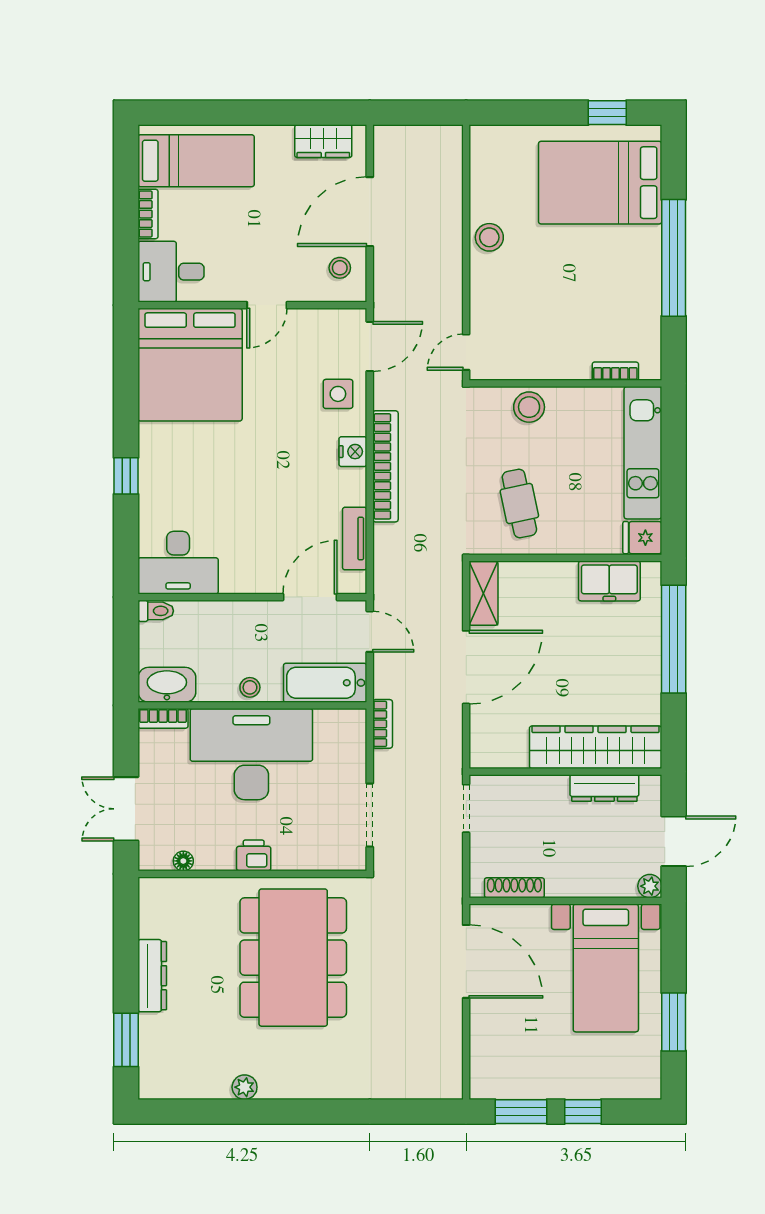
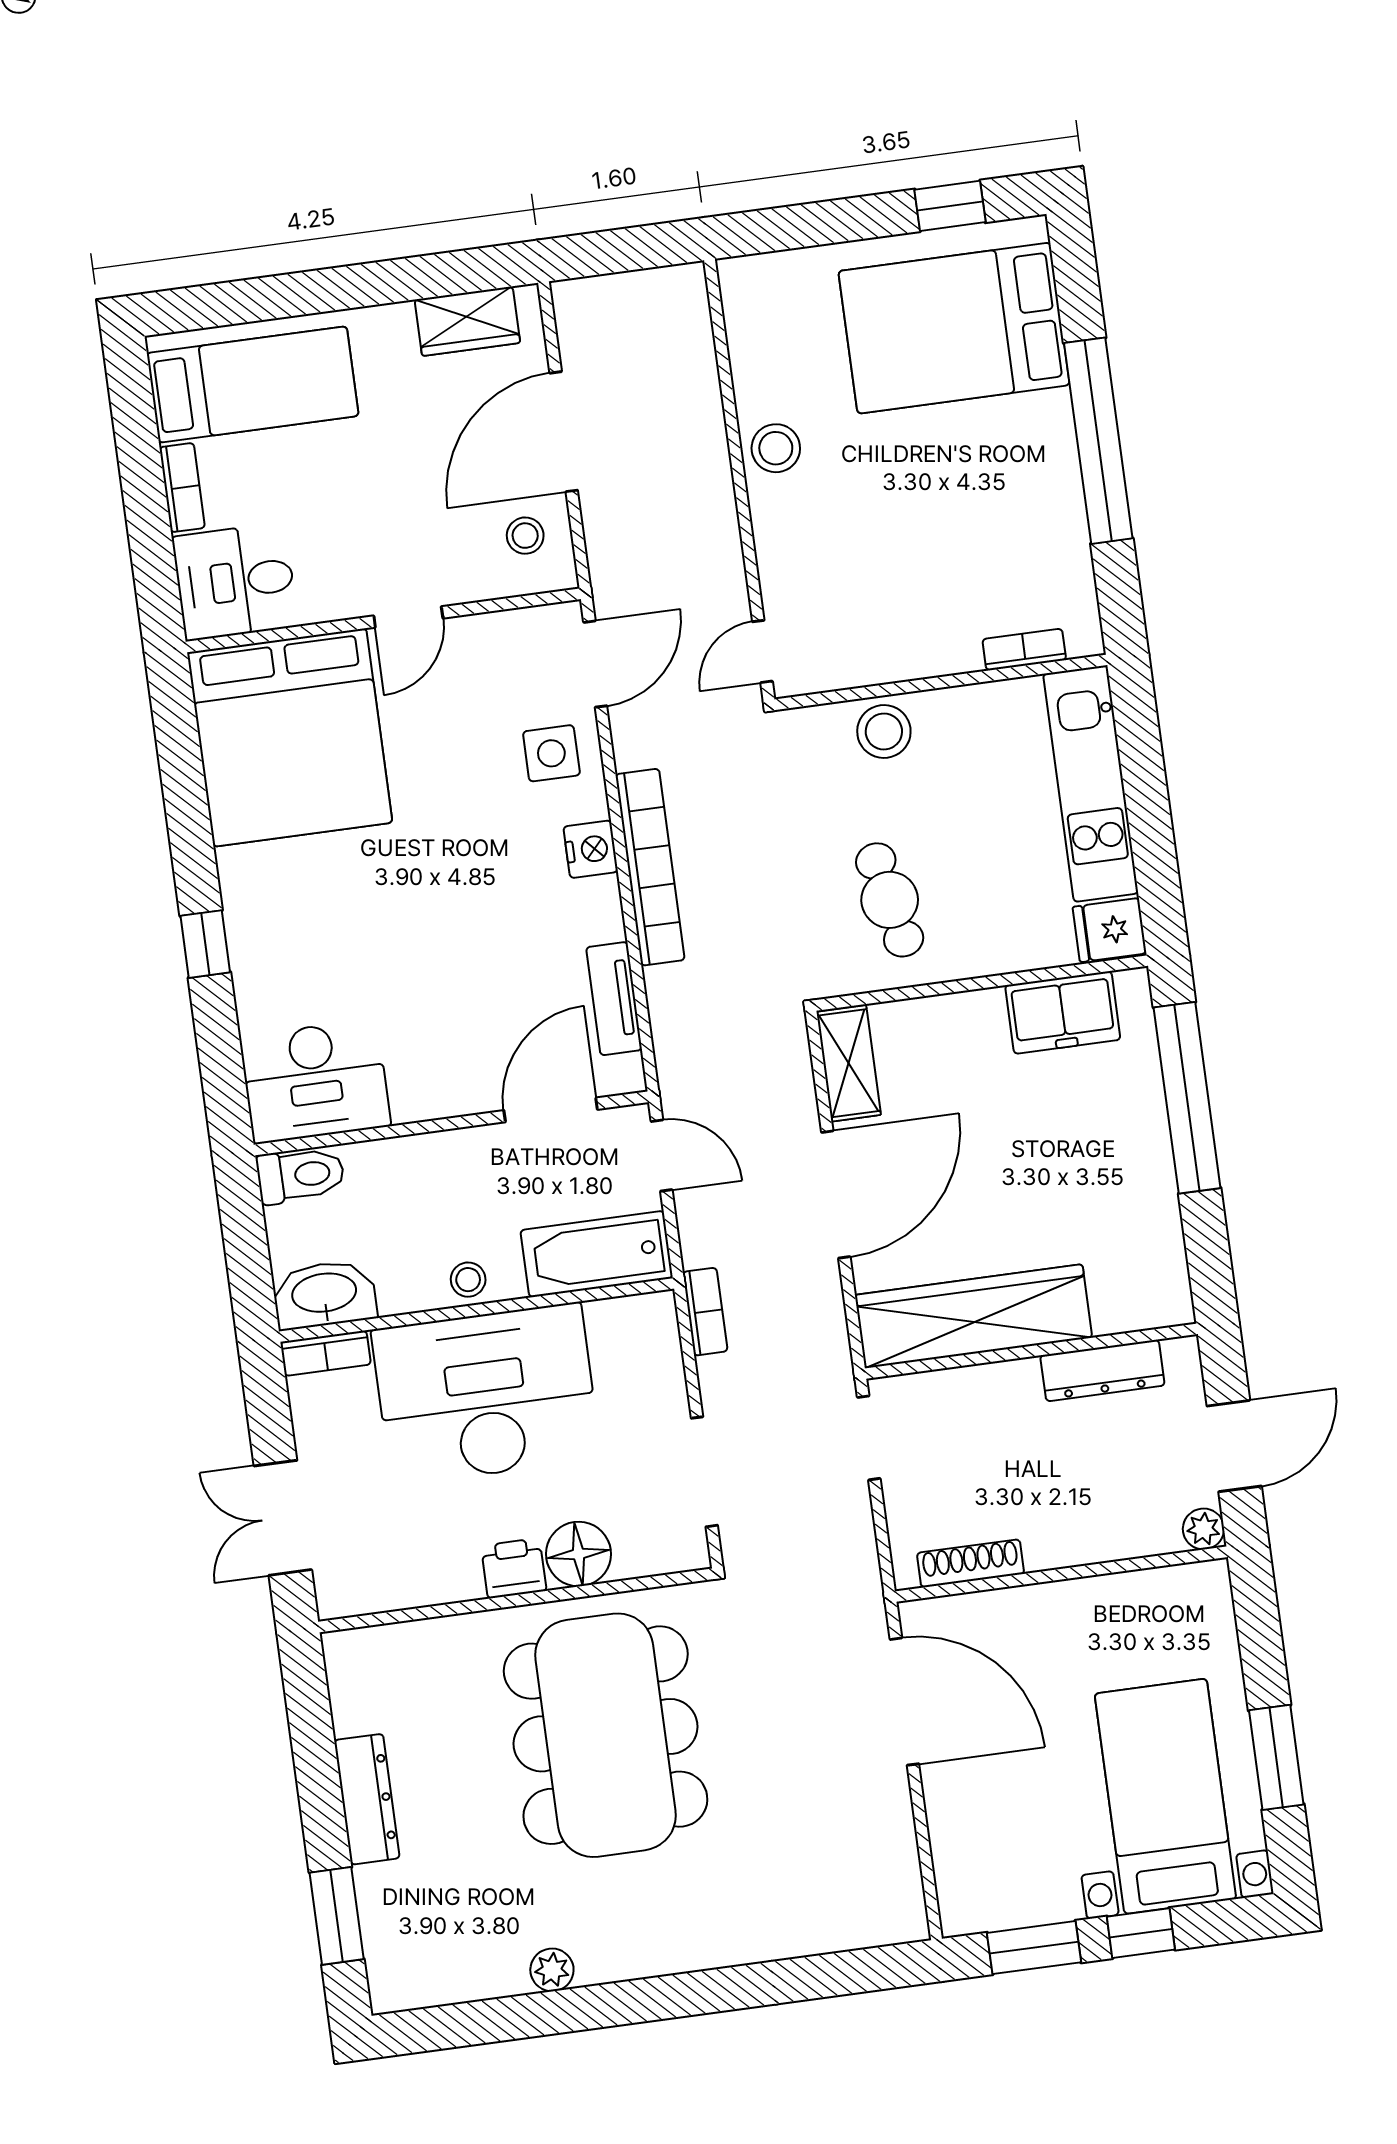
toilet: (156, 611) -> (301, 1175), width x1.37, depth x1.39
wardrobe: (596, 747) -> (973, 1316), moved
floor lamp: (183, 861) -> (579, 1554), moved, width x1.89, depth x1.89
bed with nightstands: (606, 968) -> (1165, 1796), moved, turned 180

